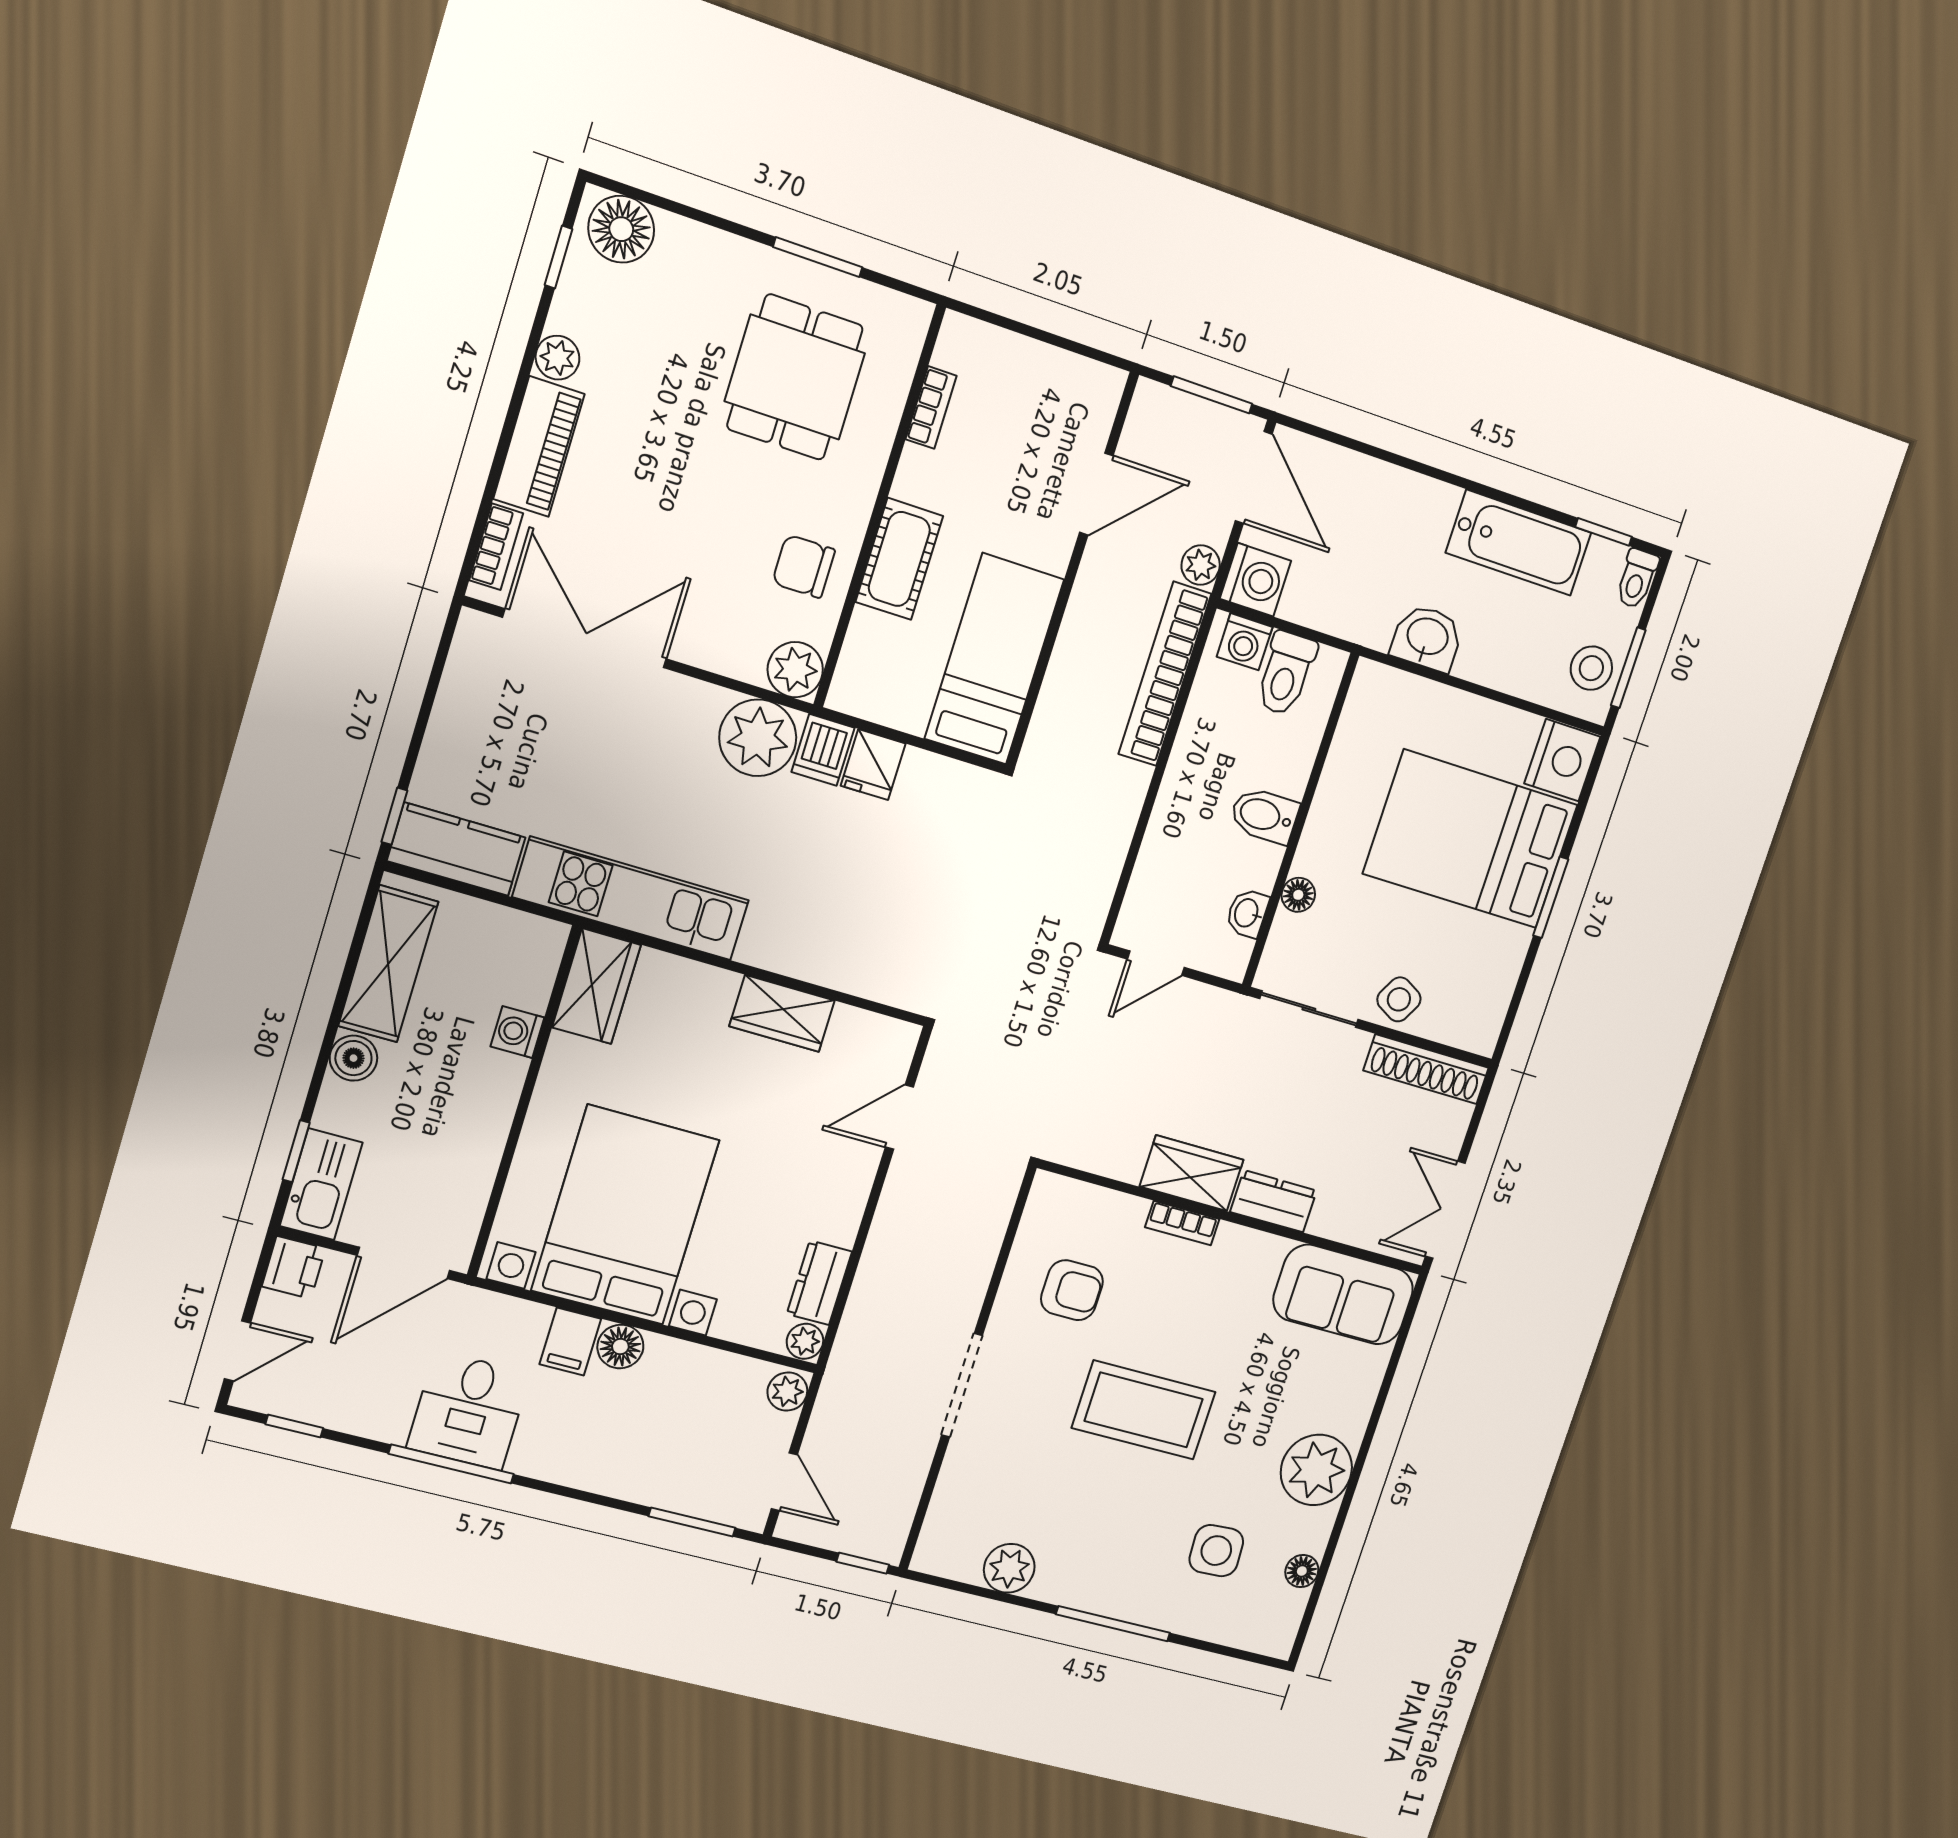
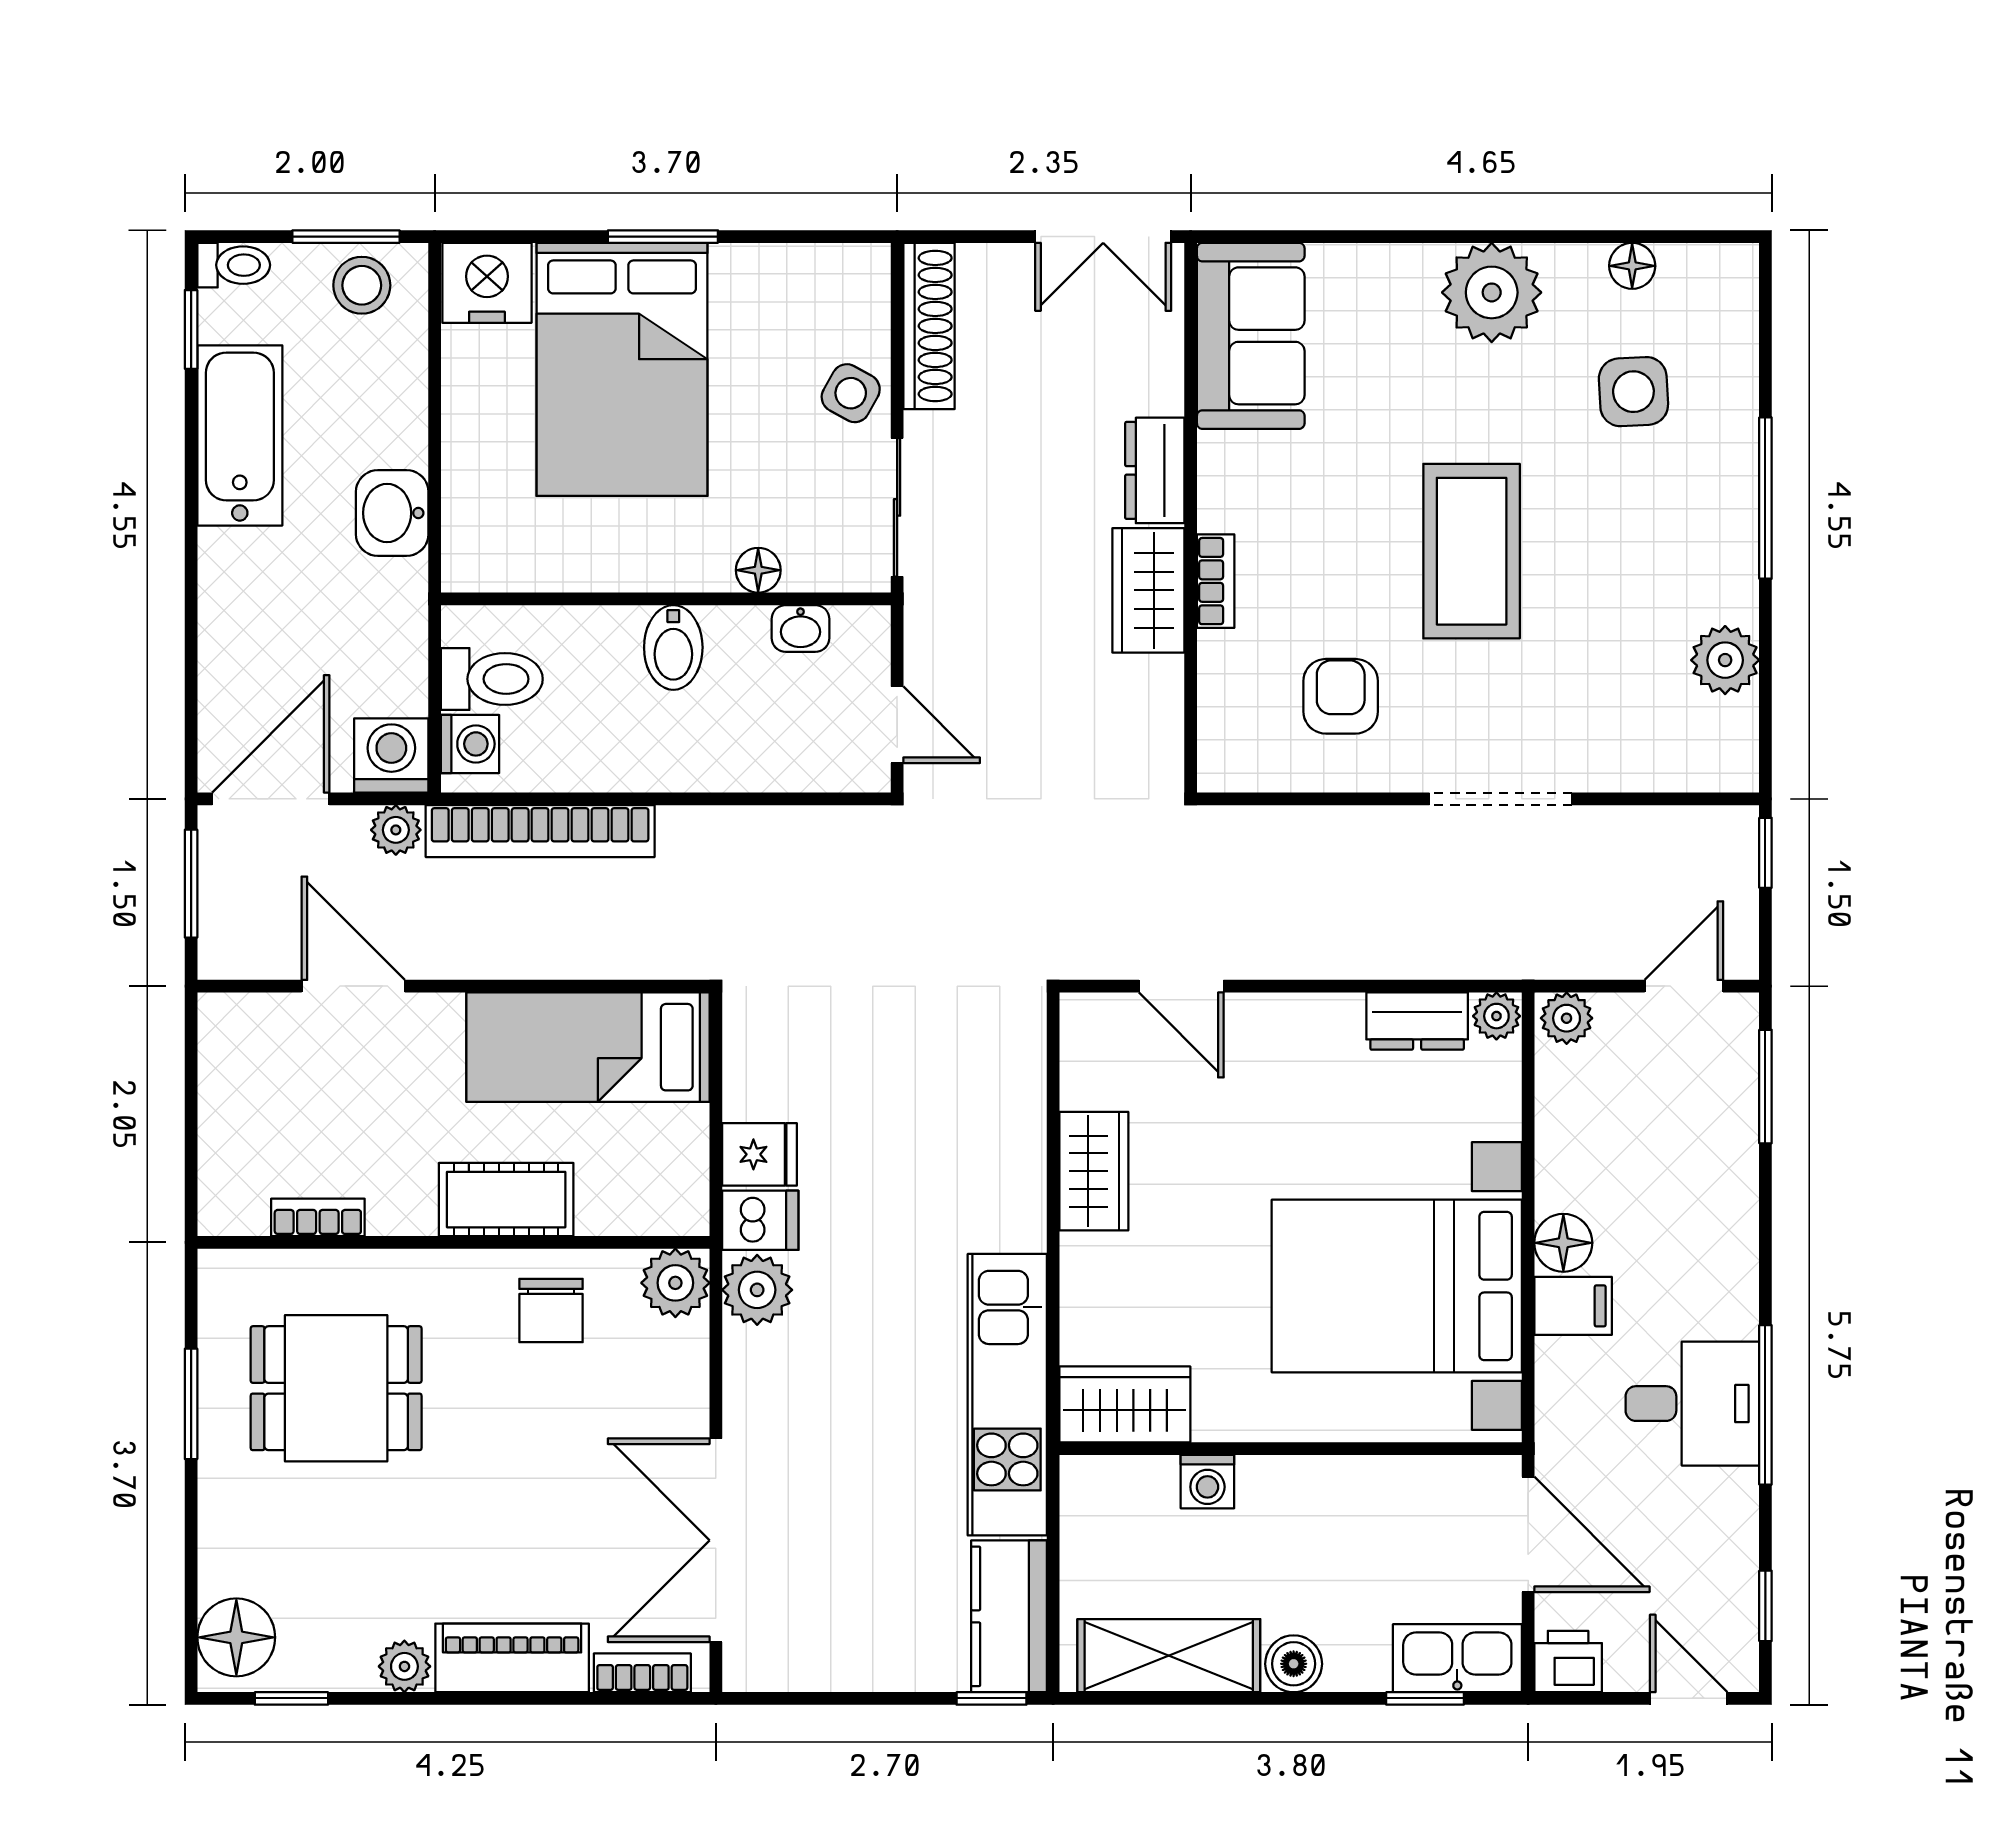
plant: (758, 738) -> (757, 1290), width x0.73, depth x0.73

